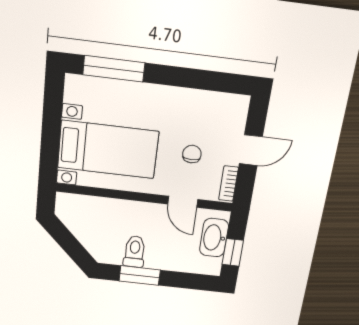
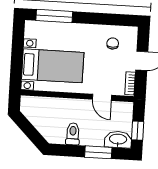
chair: (192, 154) -> (113, 43), moved
washbasin: (214, 238) -> (118, 140), moved, turned 90
window: (140, 275) -> (98, 152), moved

